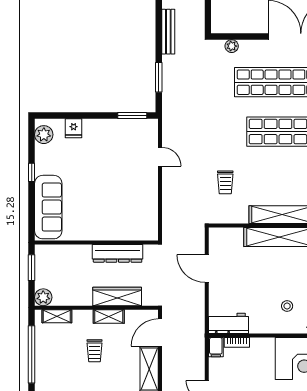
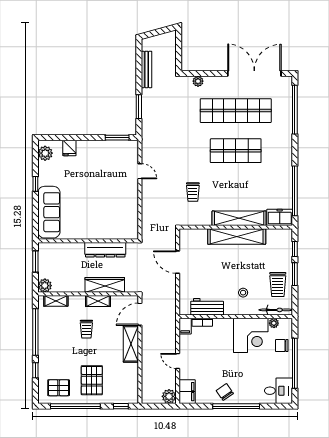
workbench: (228, 323) -> (207, 307), moved

